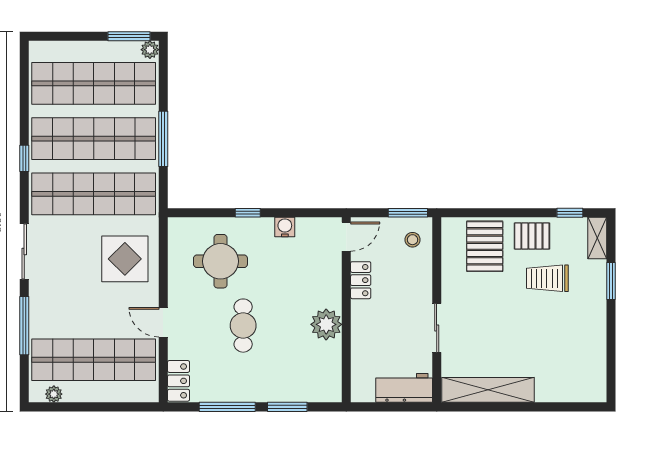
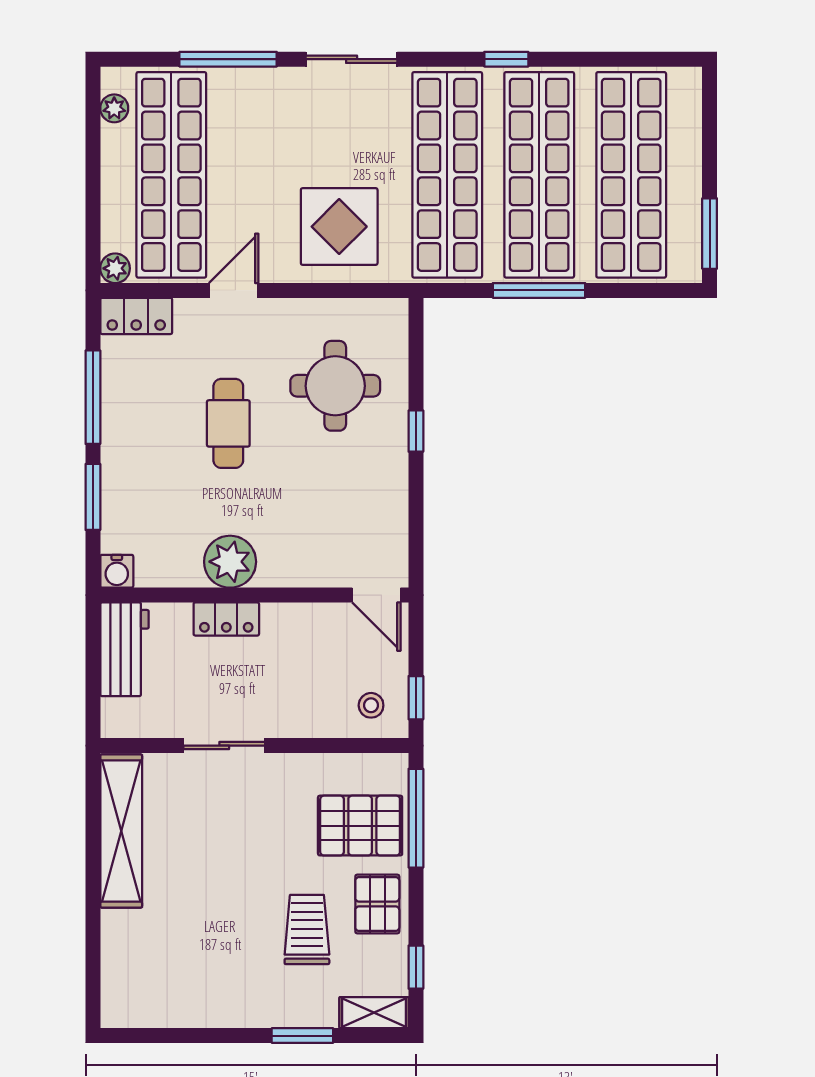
plant: (150, 50) -> (115, 268), moved
window: (408, 213) -> (416, 698), width x0.67
window: (480, 213) -> (416, 818), added
water cooler: (285, 227) -> (117, 571), moved, turned 90
locker: (361, 280) -> (226, 619), moved
cafe table: (243, 326) -> (228, 423), turned 90
workbench: (404, 388) -> (124, 649), moved

